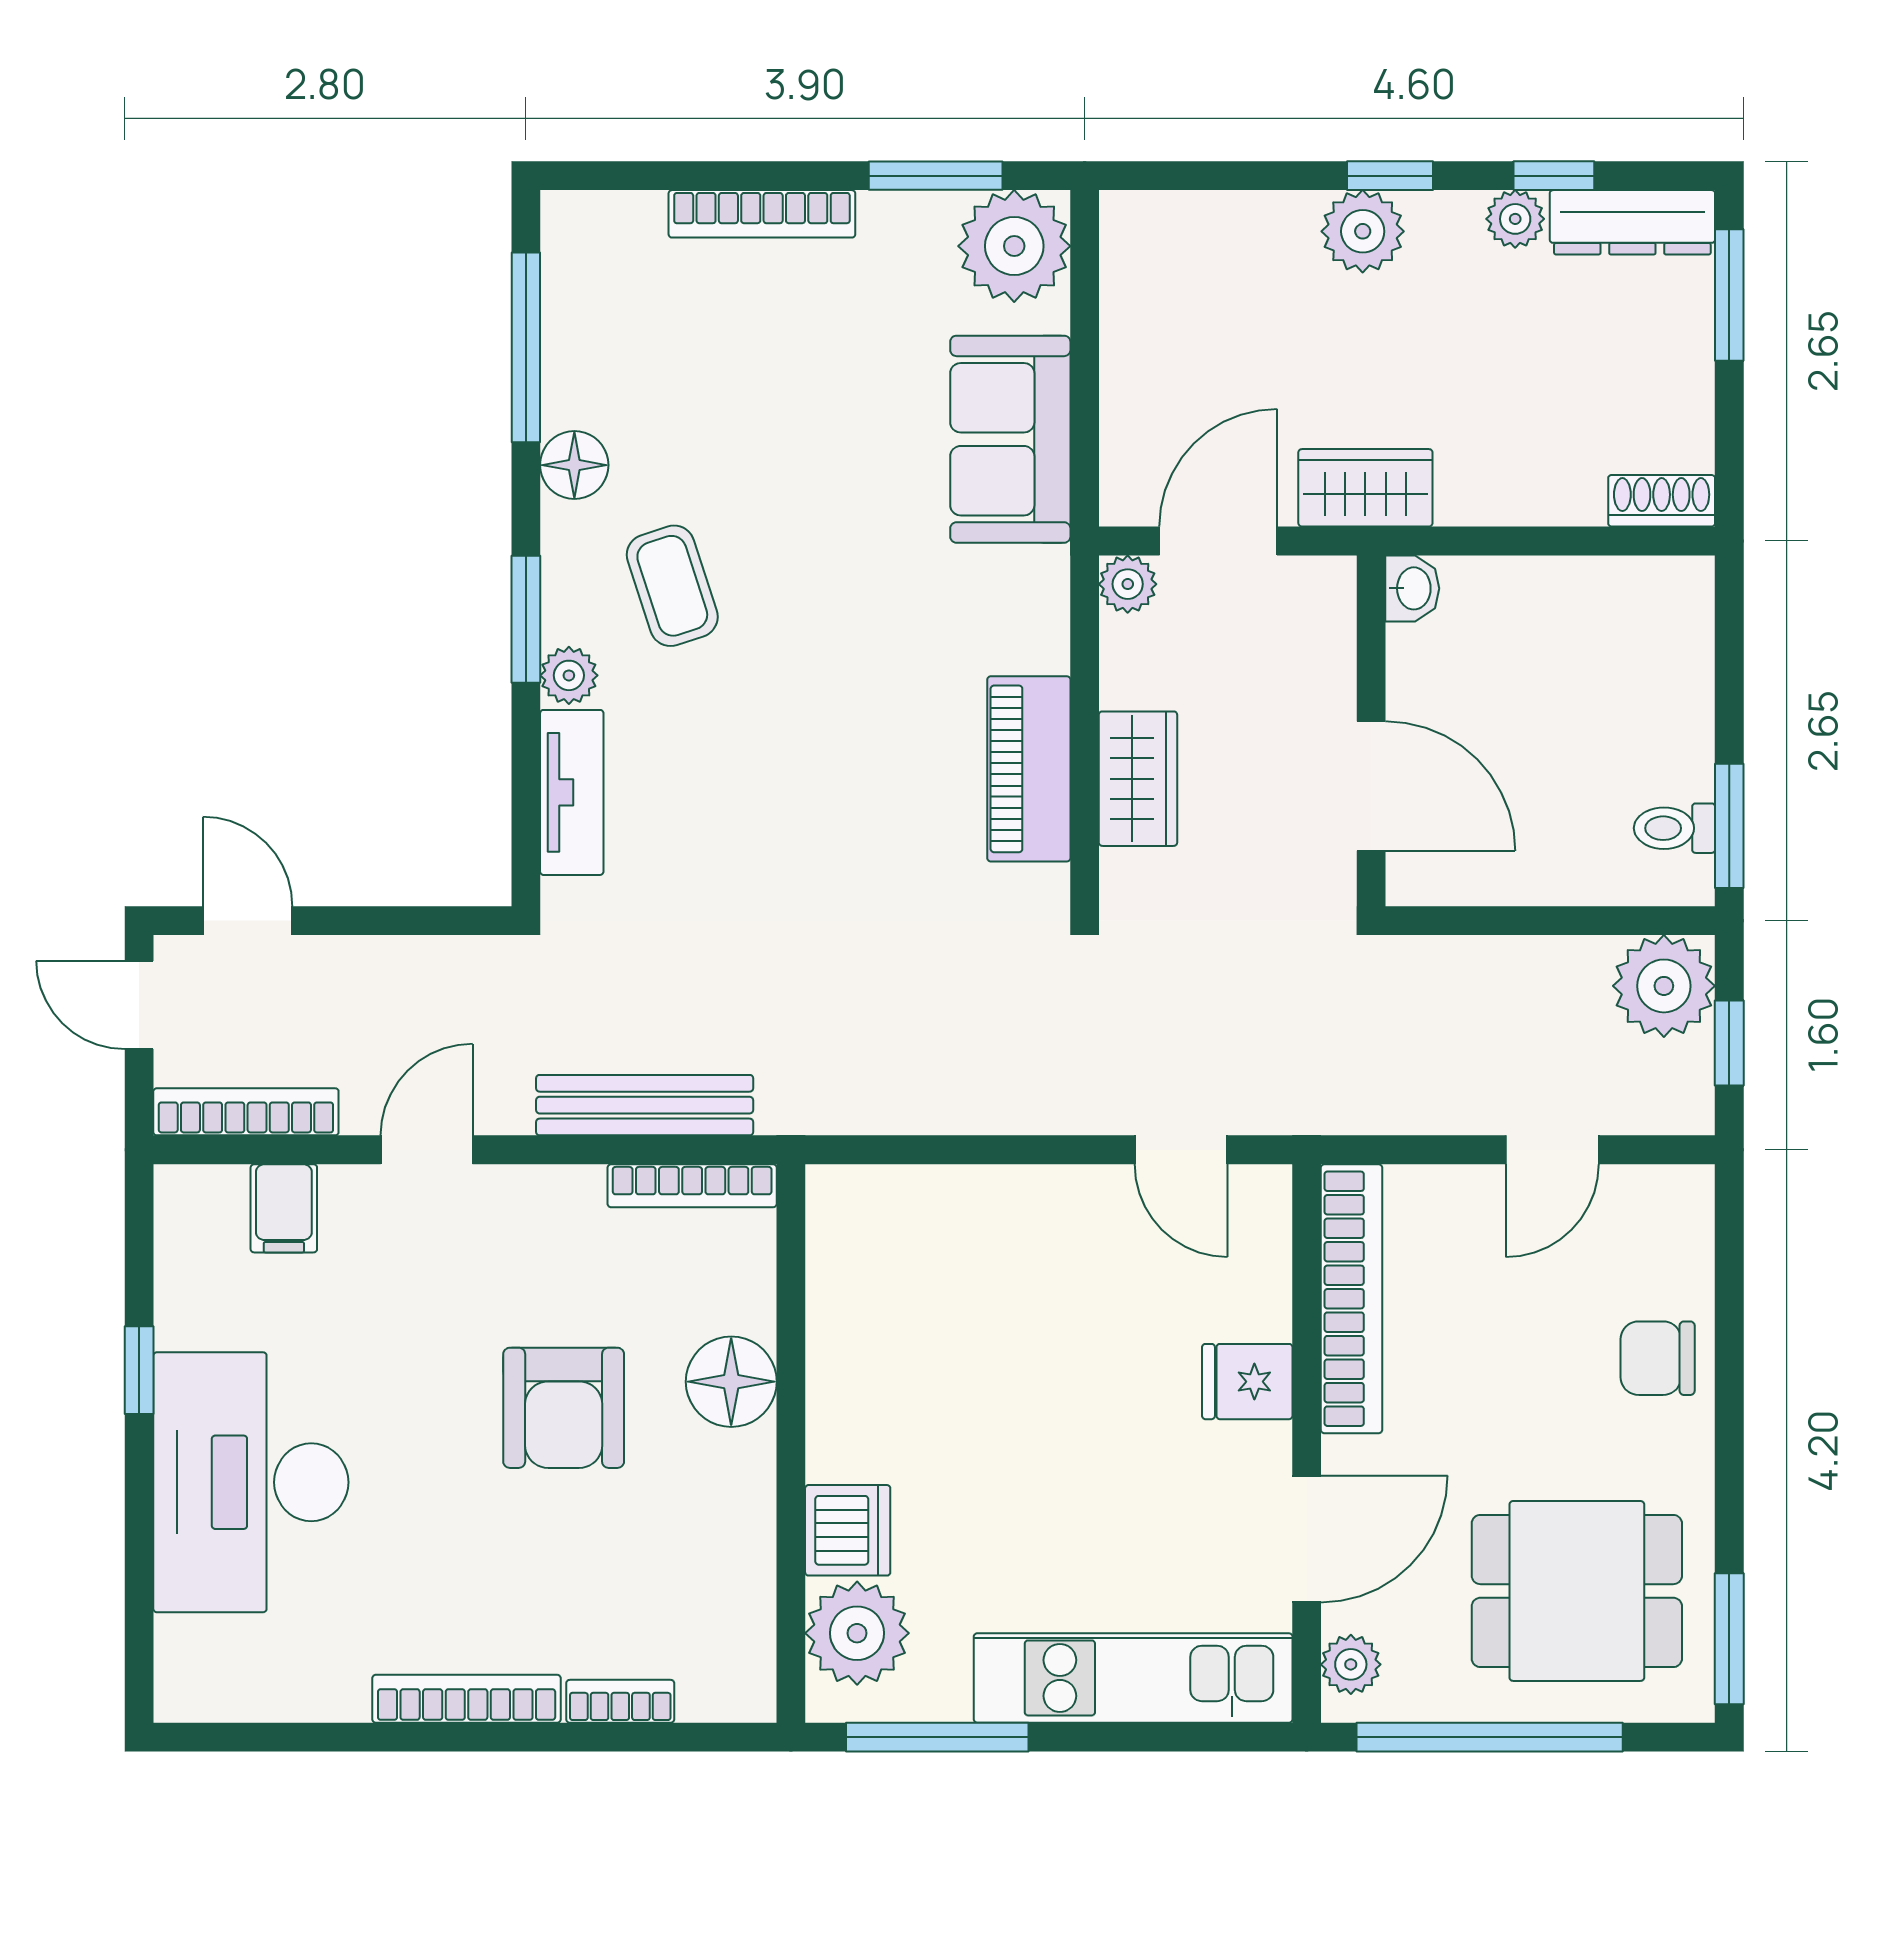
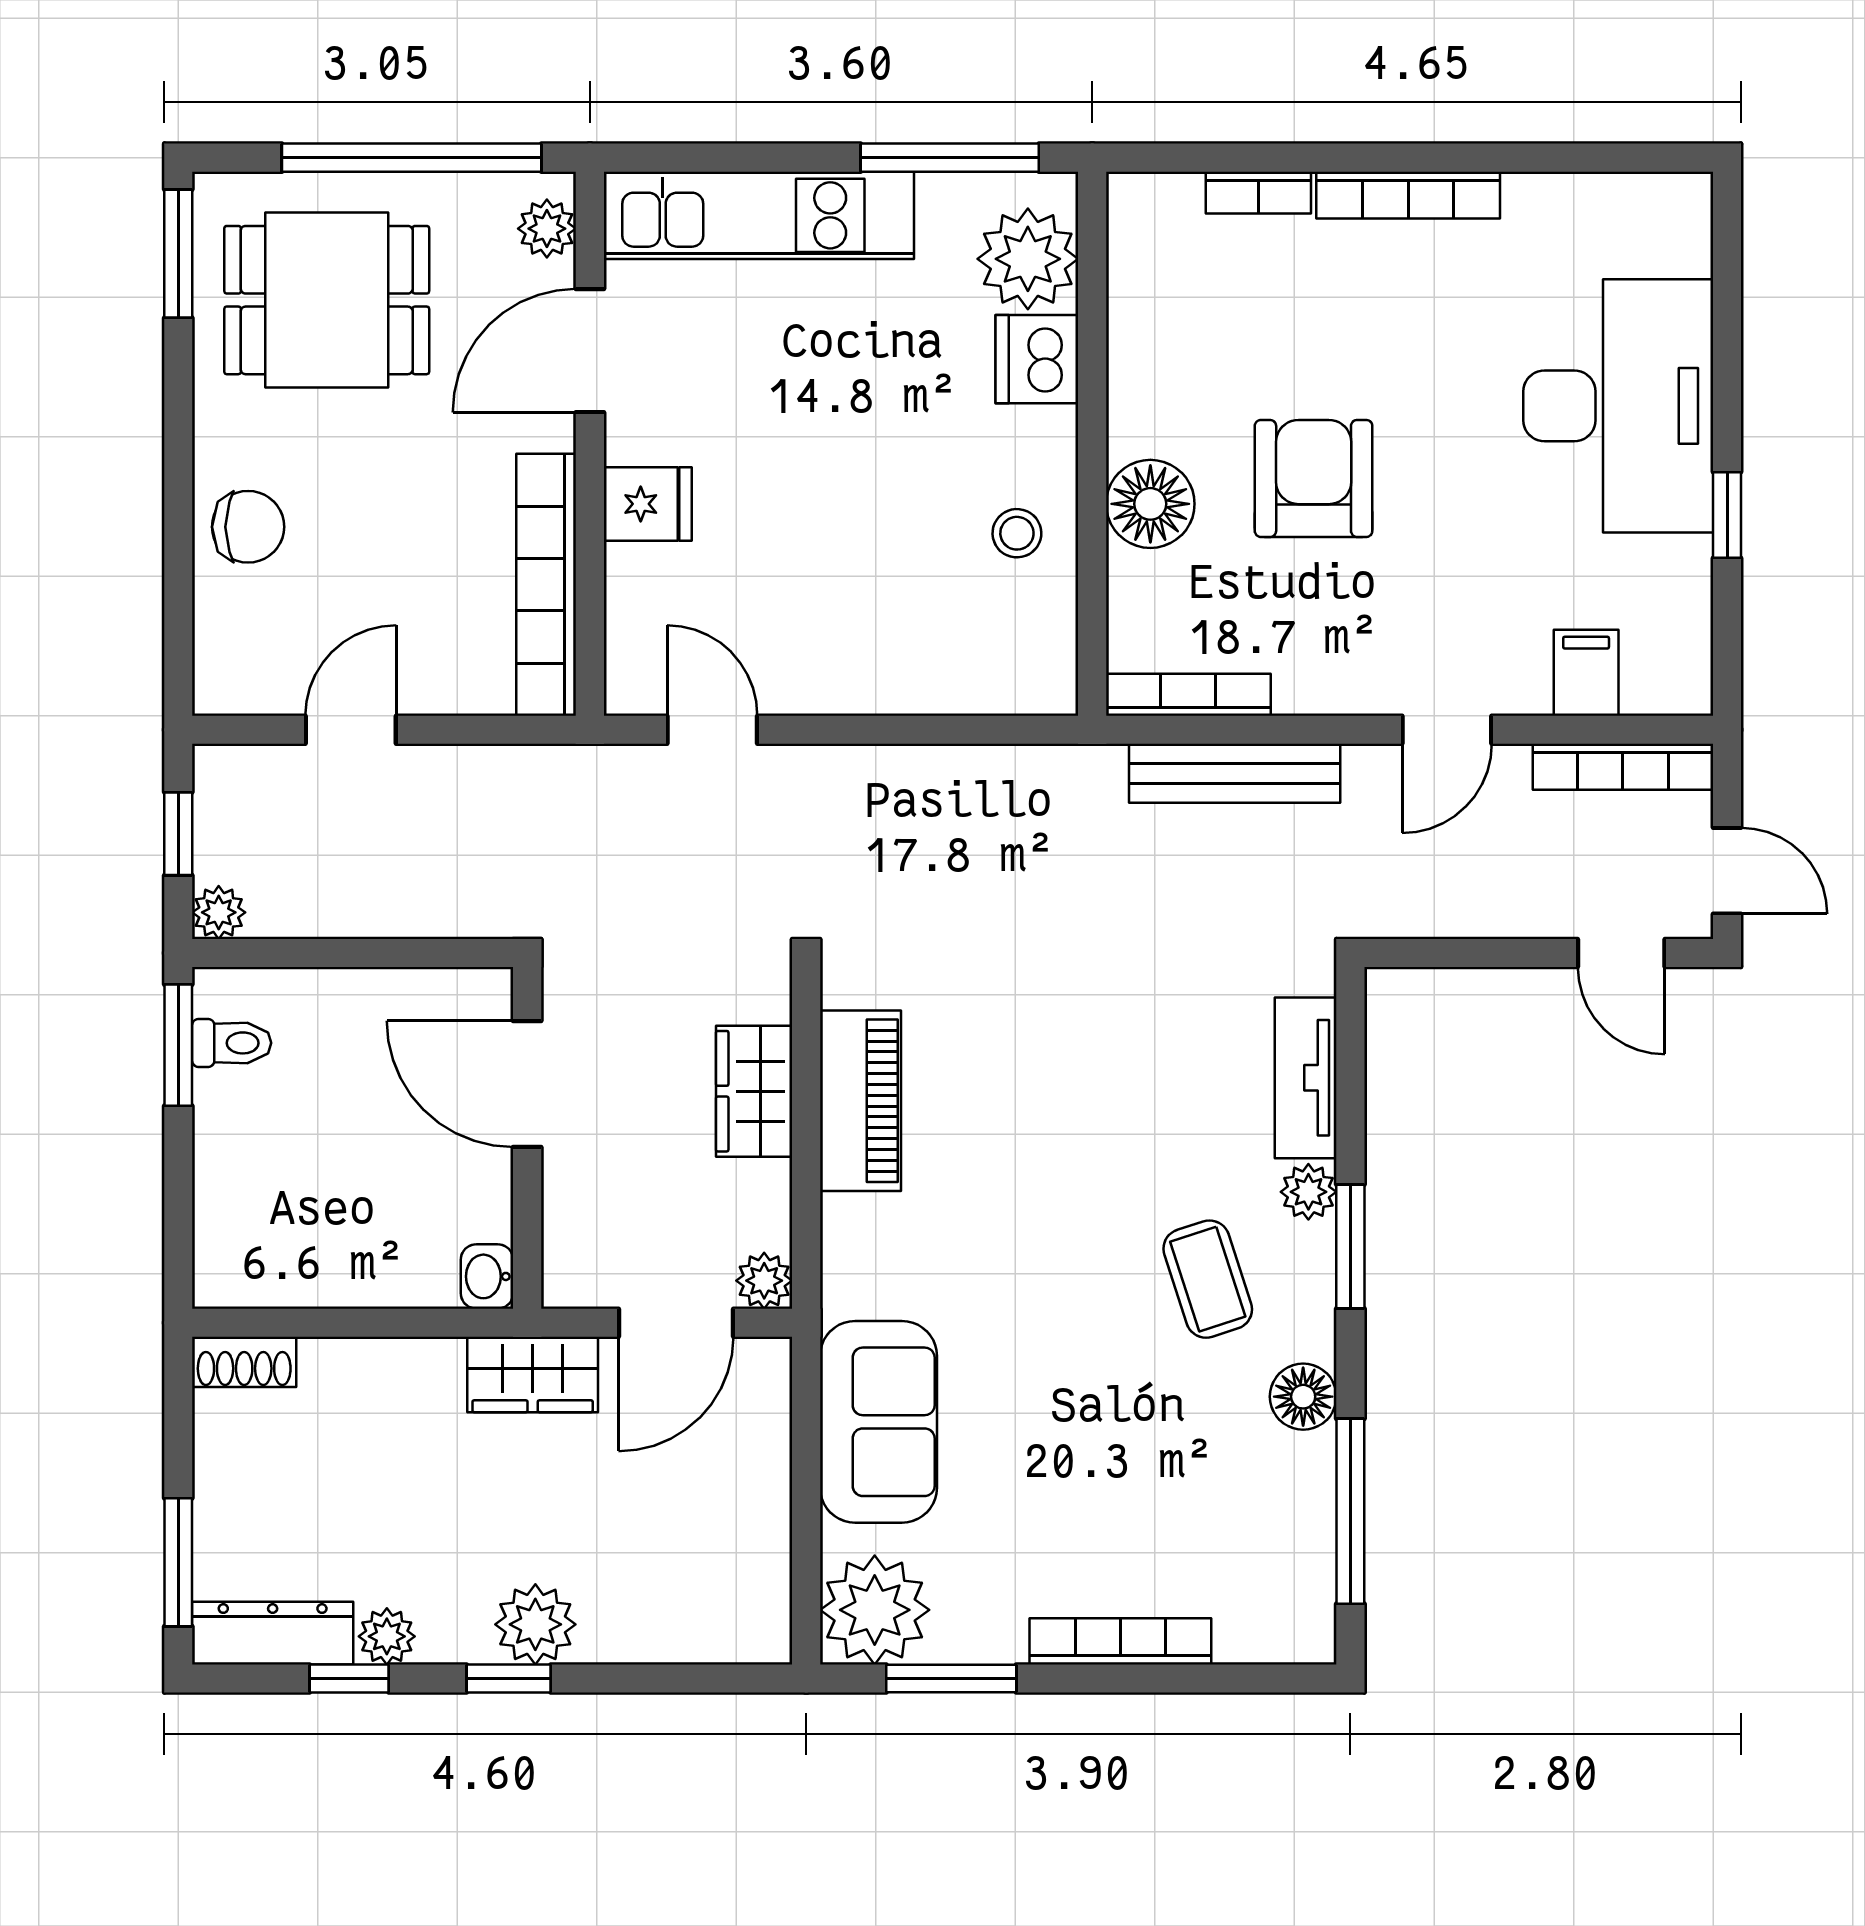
plant: (1664, 986) -> (219, 912), width x0.53, depth x0.53
stool: (868, 1352) -> (1017, 533), added

